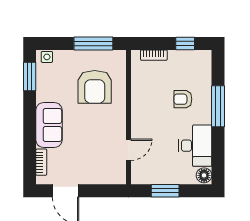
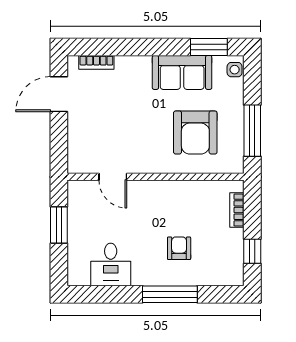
armchair: (95, 87) -> (195, 132), turned -90
sofa: (49, 125) -> (182, 72), moved
desk: (195, 146) -> (111, 265), width x0.73
floor lamp: (204, 175) -> (79, 276), removed

